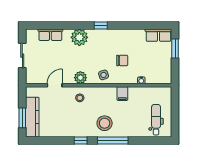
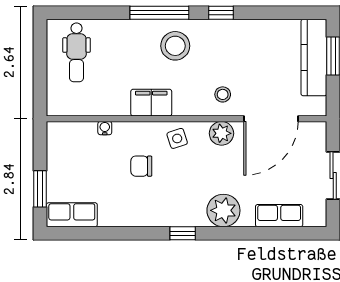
door: (55, 85) -> (271, 119), width x1.88
filing cabinet: (122, 94) -> (151, 103), width x2.00

